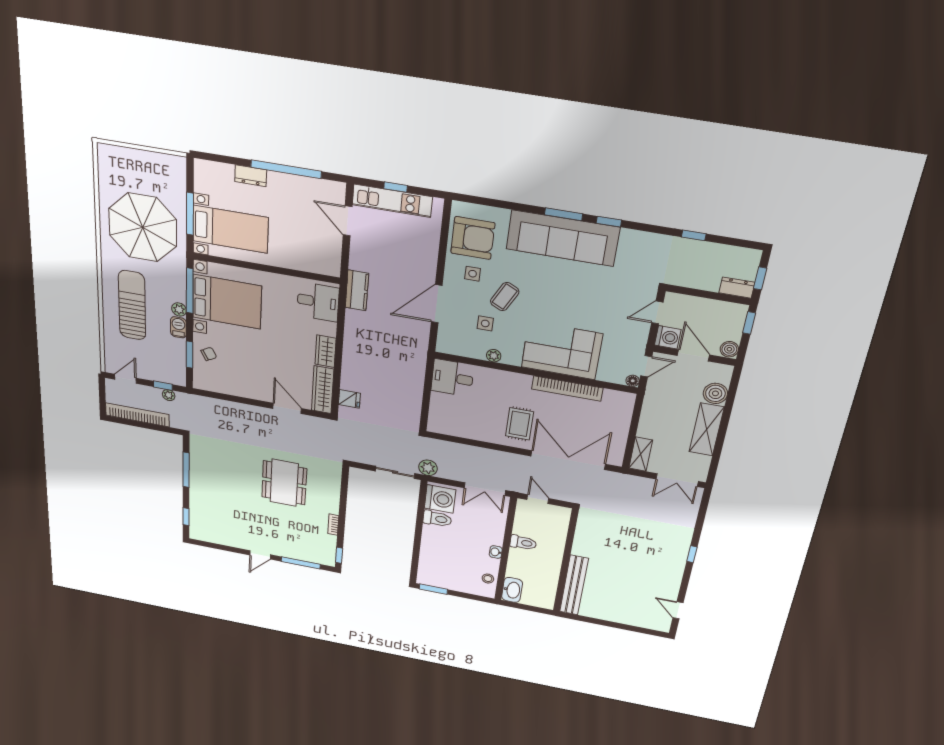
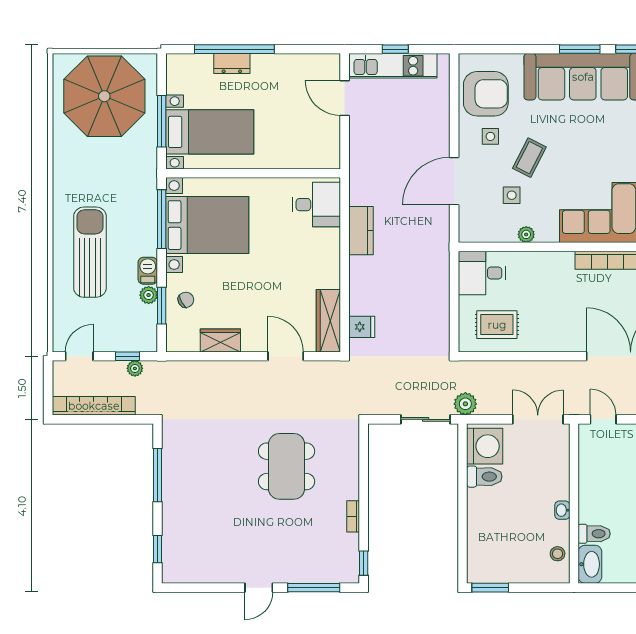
window: (286, 169) -> (234, 49), moved
parasol: (143, 227) -> (104, 96), moved
kitchen counter: (357, 290) -> (361, 231), moved
plant: (179, 309) -> (149, 295), moved
wardrobe: (326, 351) -> (220, 340), moved, turned 90
rug: (519, 424) -> (497, 325), moved, turned 90
double door: (485, 489) -> (538, 419), swing flipped
toilet: (523, 543) -> (594, 534), moved

